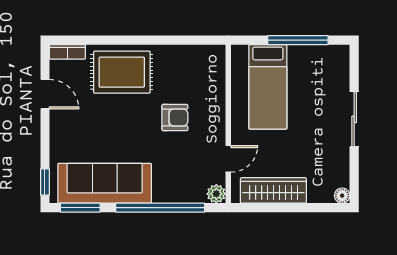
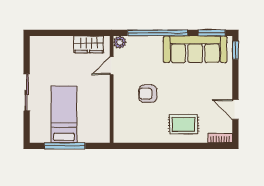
rug: (122, 72) -> (184, 124), width x0.73, depth x0.70
bed: (268, 87) -> (64, 114), moved
wardrobe: (273, 190) -> (89, 44), width x0.67
floor lamp: (342, 196) -> (35, 41), removed

